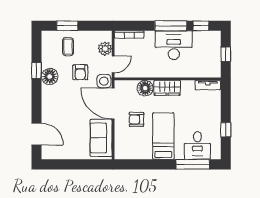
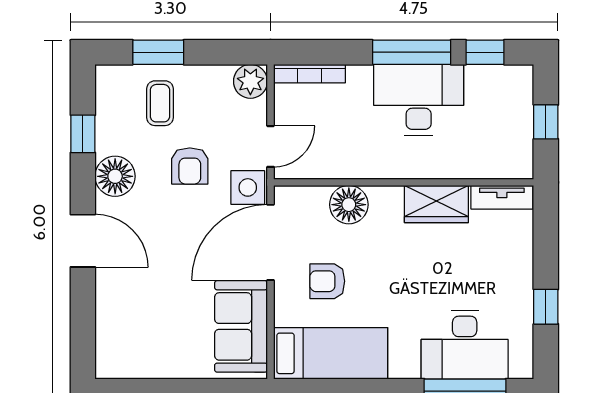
plant: (105, 49) -> (250, 81), moved
window: (36, 71) -> (83, 134), moved
wardrobe: (167, 88) -> (436, 204), moved
door: (113, 104) -> (270, 242), hinge flipped
door: (36, 134) -> (83, 241), moved
bed: (163, 136) -> (331, 353), moved, turned 90
desk: (197, 145) -> (465, 345), width x1.37

